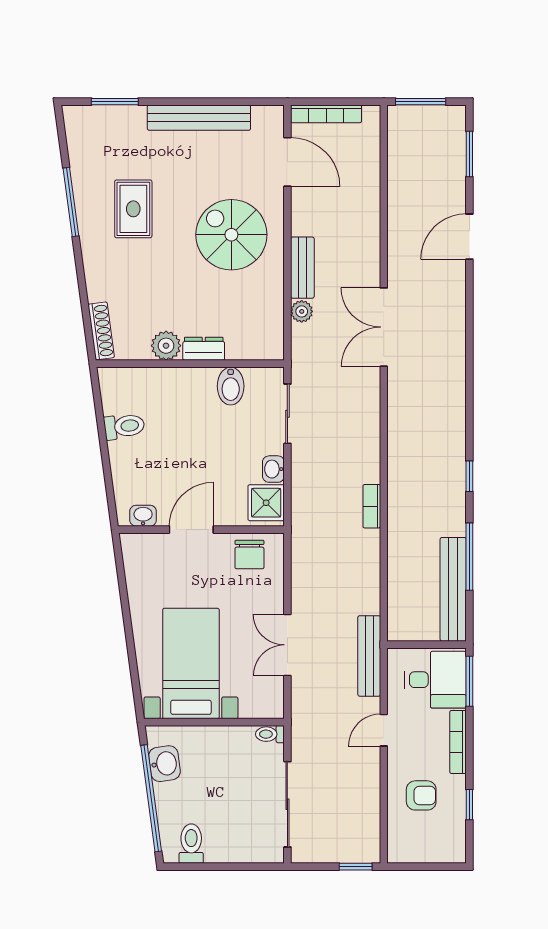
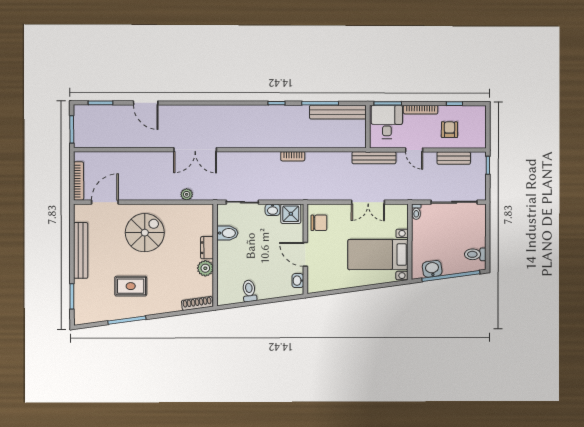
spiral stairs: (231, 235) -> (145, 233), turned 180
bench: (302, 268) -> (454, 158), moved

